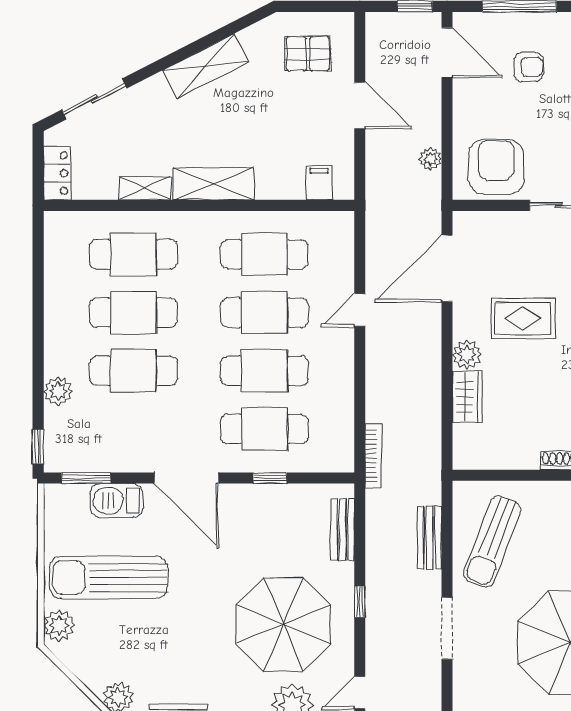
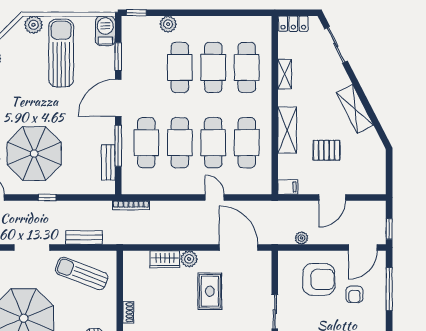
pallet: (308, 54) -> (327, 150), moved, turned 90
armchair: (496, 167) -> (319, 279), moved
filing cabinet: (319, 183) -> (288, 187), moved
shelving: (213, 184) -> (287, 130), moved
window: (86, 478) -> (118, 57), moved
window: (270, 478) -> (118, 146), width x2.17
barbecue: (116, 501) -> (105, 31), moved
bench: (343, 530) -> (108, 163), moved, turned 90

